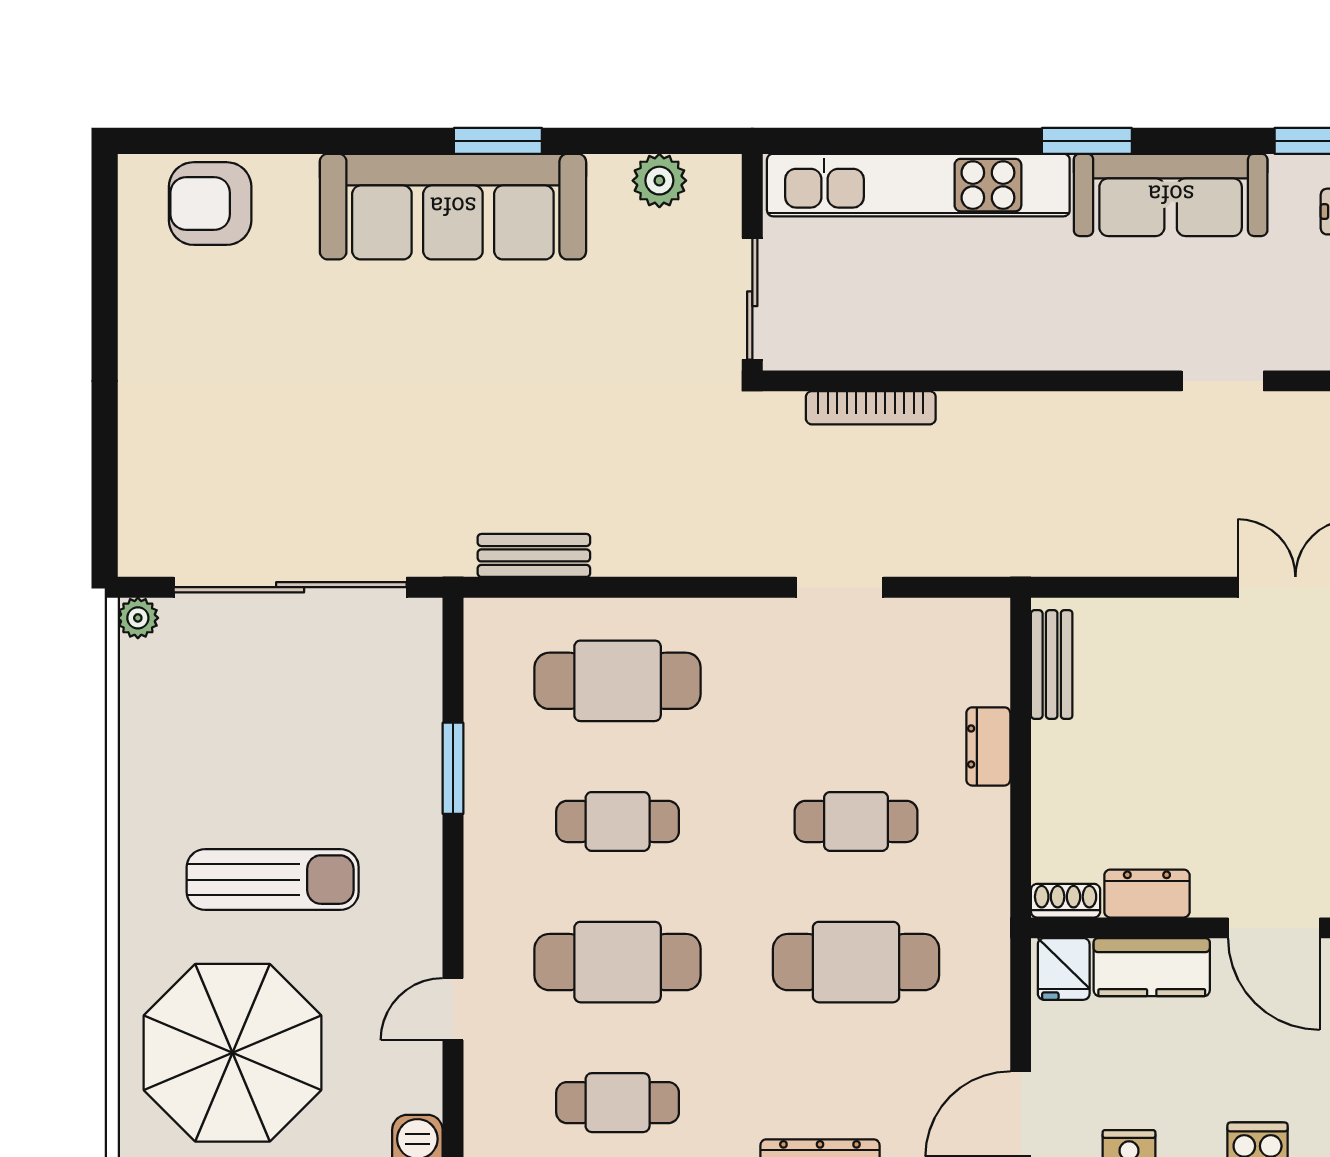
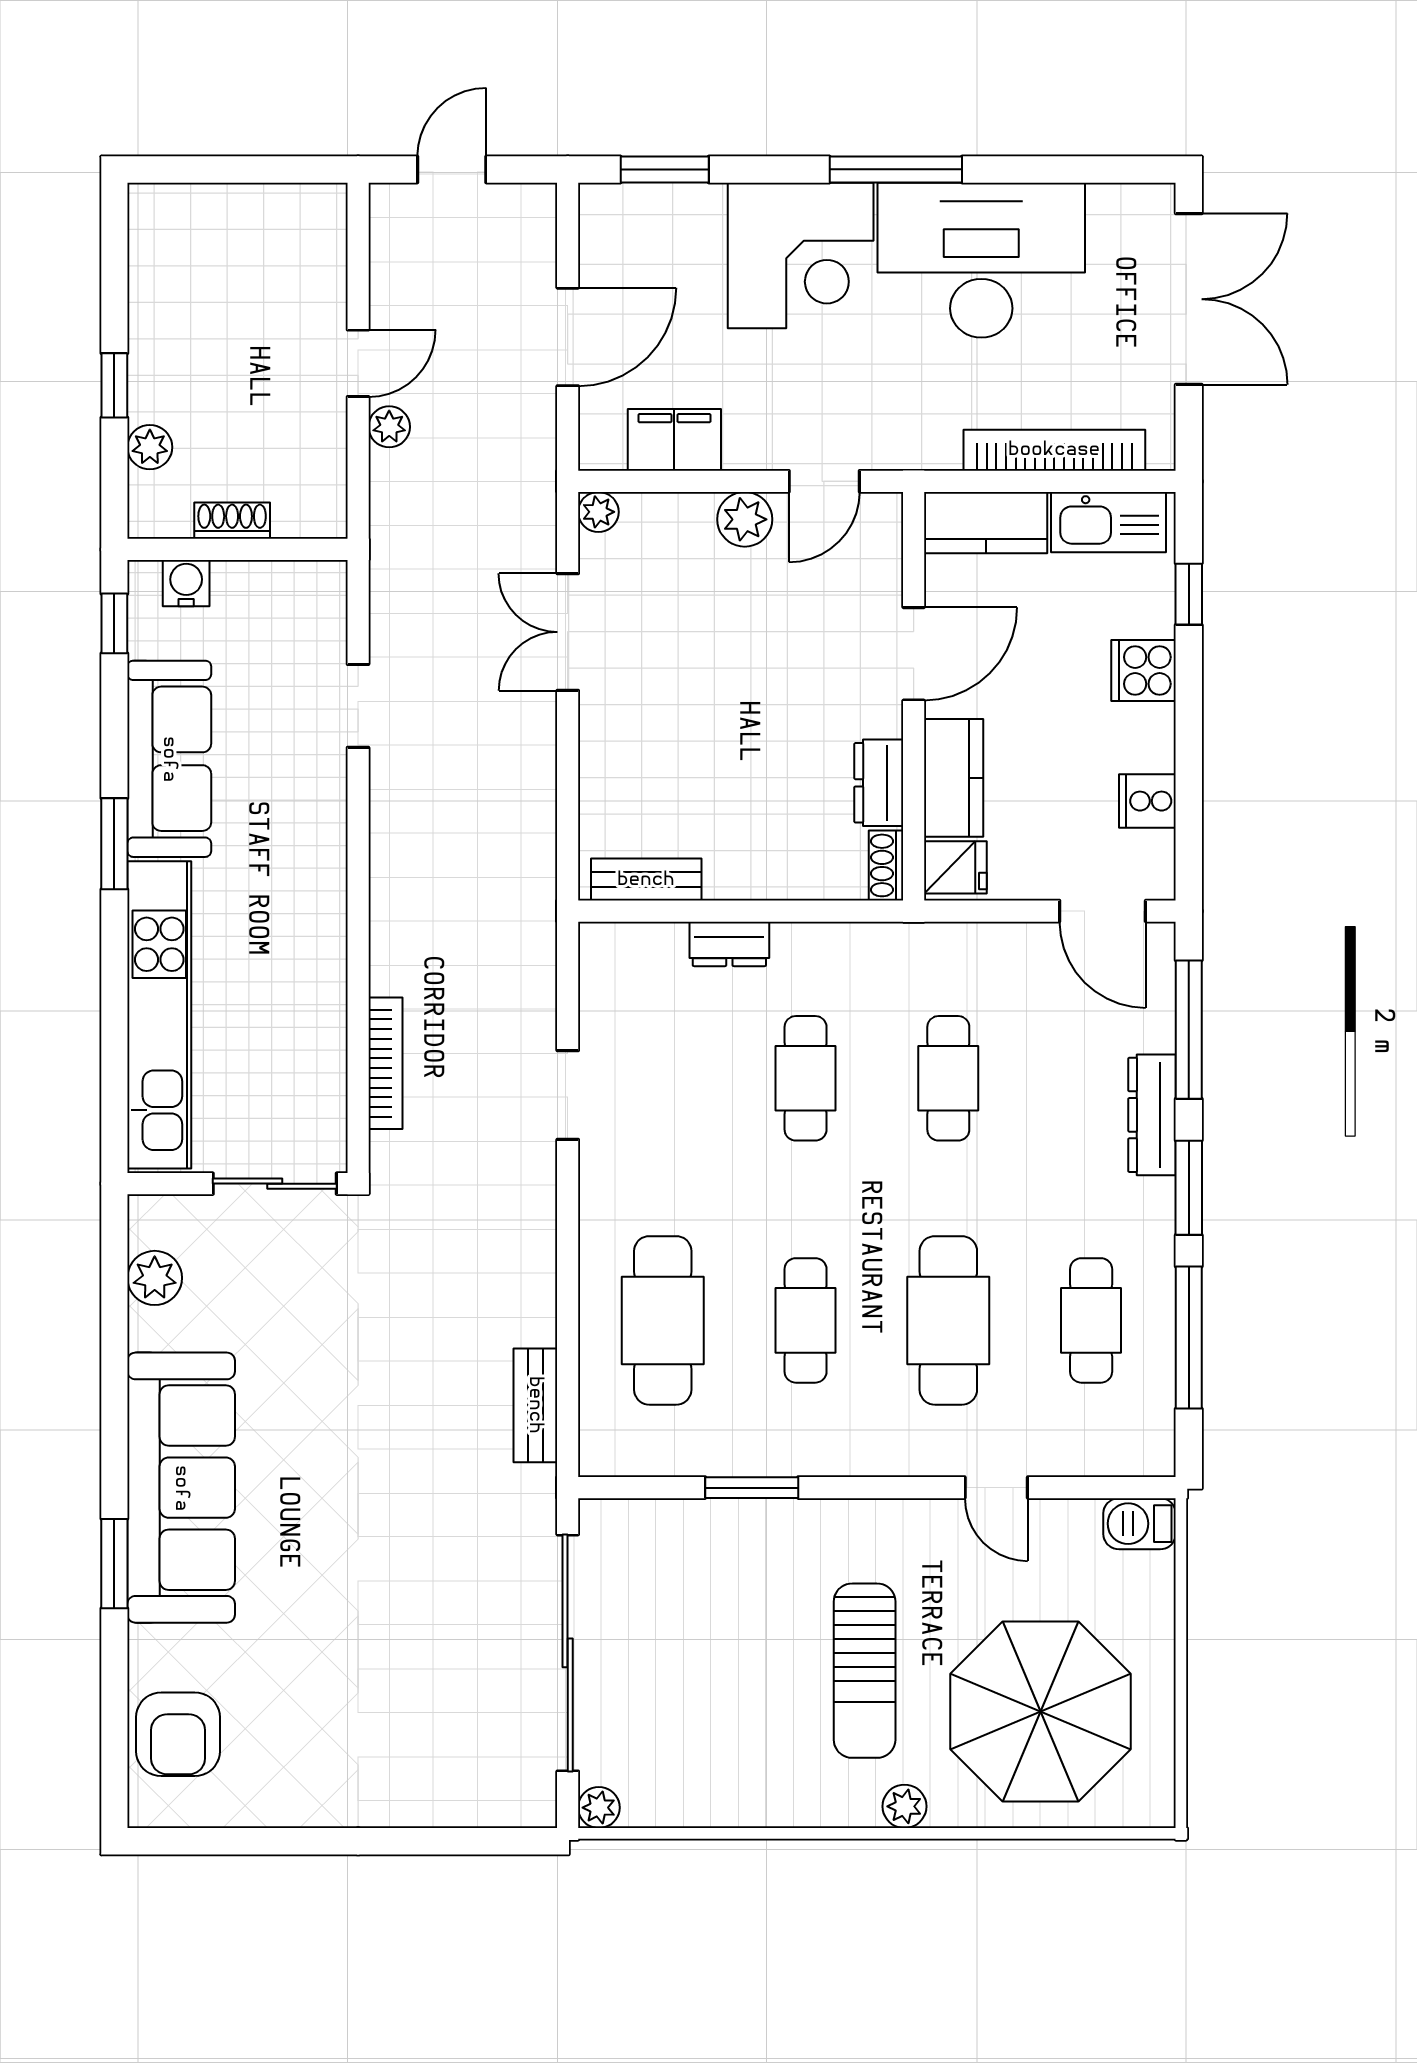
window: (498, 141) -> (114, 1564), moved
sun lounger: (273, 880) -> (865, 1671), turned 180
plant: (139, 919) -> (904, 1806), added
cafe table: (856, 962) -> (948, 1078), width x0.73, depth x0.74

